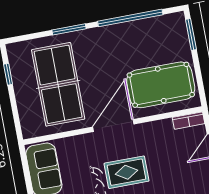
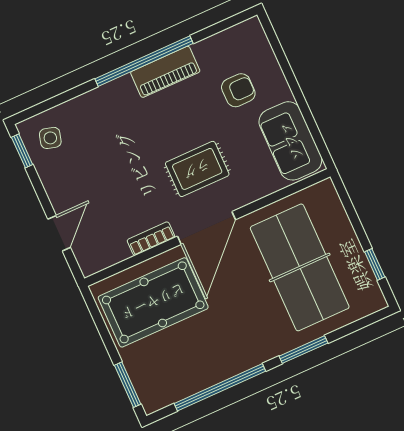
bookcase: (189, 121) -> (151, 239), moved
rug: (127, 172) -> (197, 169), moved

